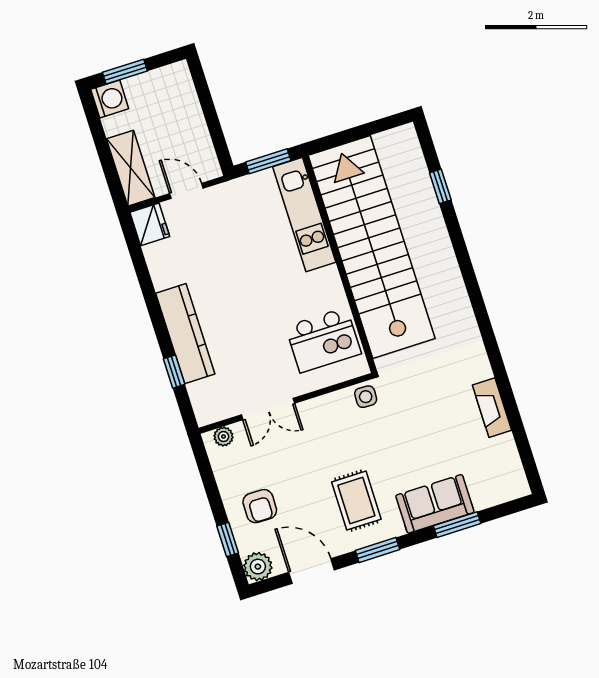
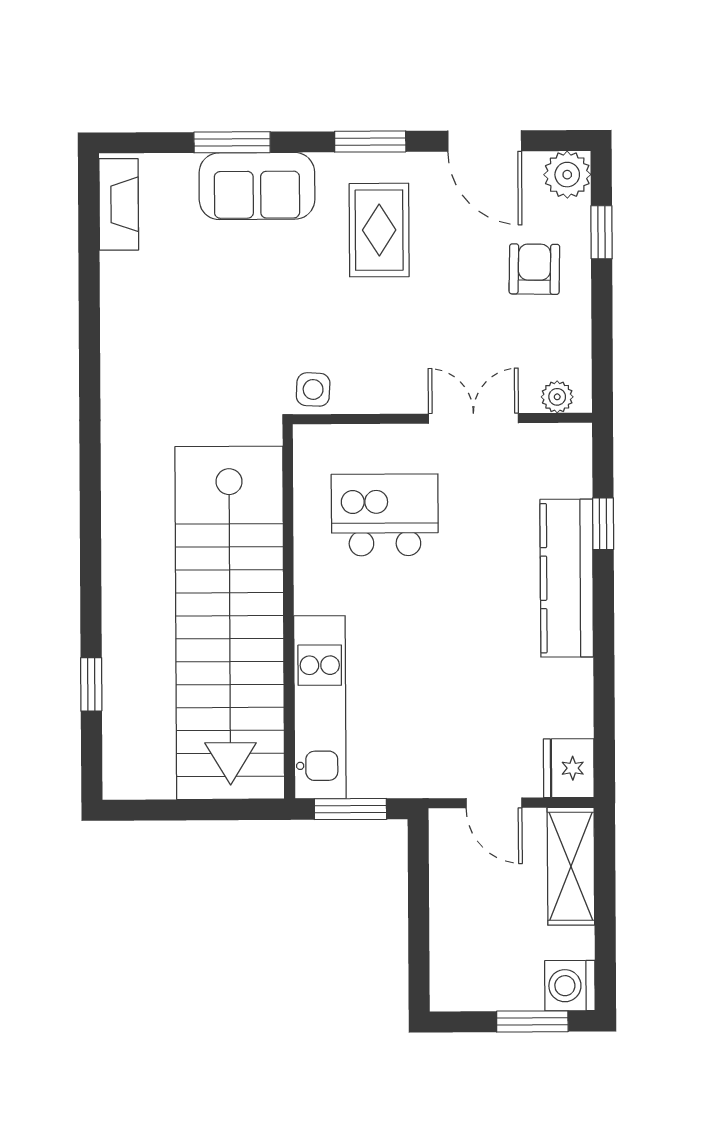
kitchen island: (323, 340) -> (385, 515), moved
fireplace: (492, 408) -> (119, 204), moved

